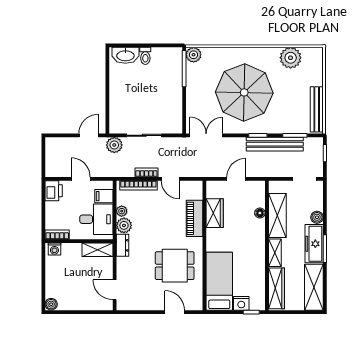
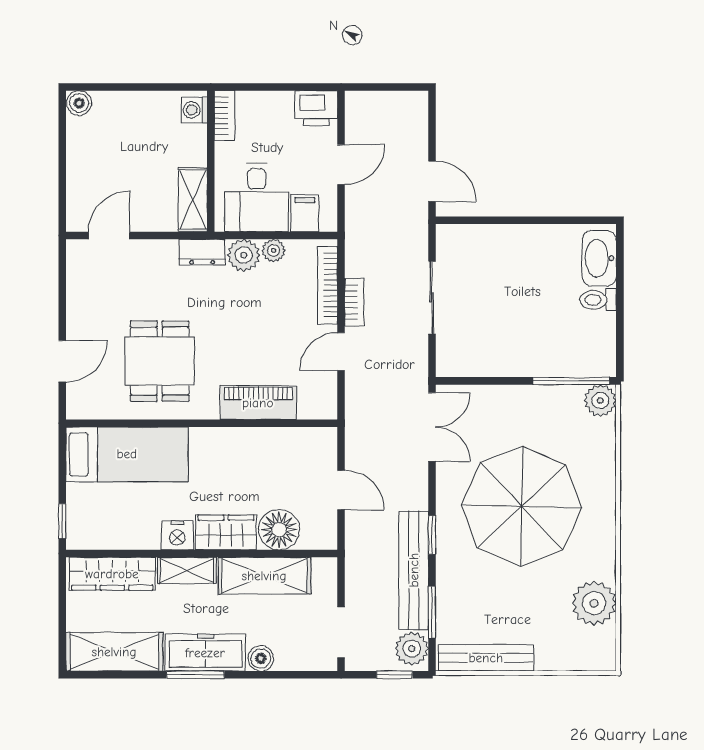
plant: (114, 145) -> (412, 649), moved
wardrobe: (215, 213) -> (226, 532), moved, turned 180
floor lamp: (260, 213) -> (279, 530), width x1.89, depth x1.89
nightstand: (241, 303) -> (177, 535), moved, turned -90

